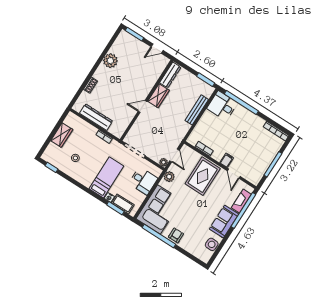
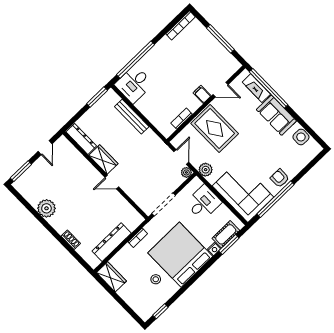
door: (143, 107) -> (112, 182), hinge flipped
wardrobe: (62, 135) -> (111, 277), moved
door: (175, 155) -> (181, 157), hinge flipped
bed: (106, 177) -> (180, 255), width x2.04

